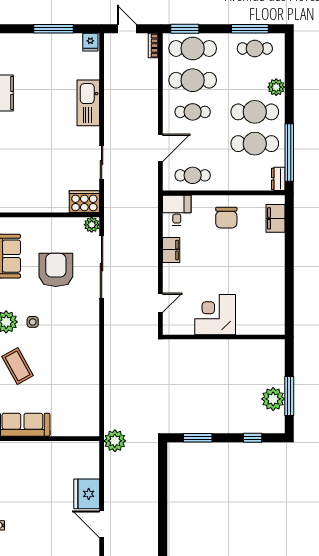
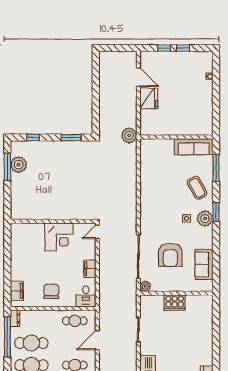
cooker: (84, 202) -> (175, 303), moved
corner desk: (215, 315) -> (59, 237), moved
wall: (224, 337) -> (53, 221), moved

